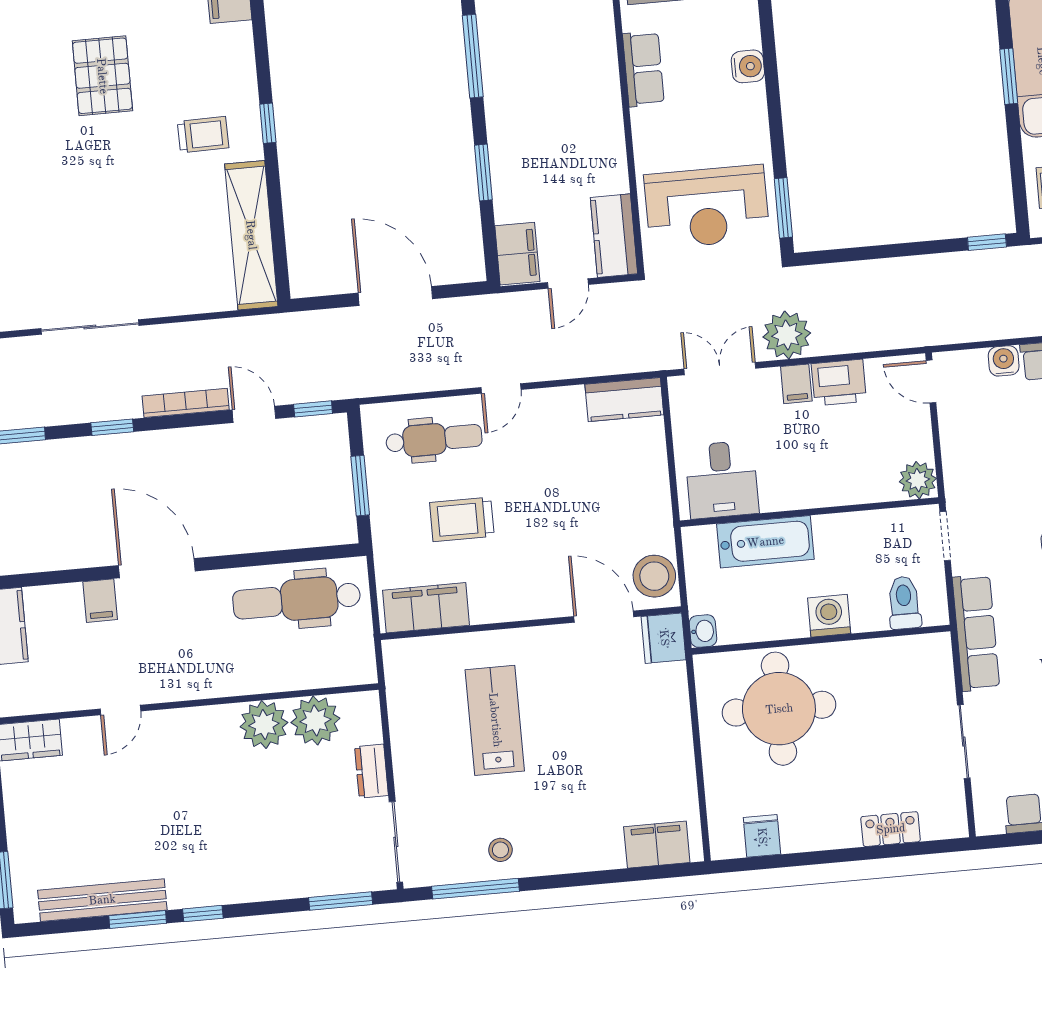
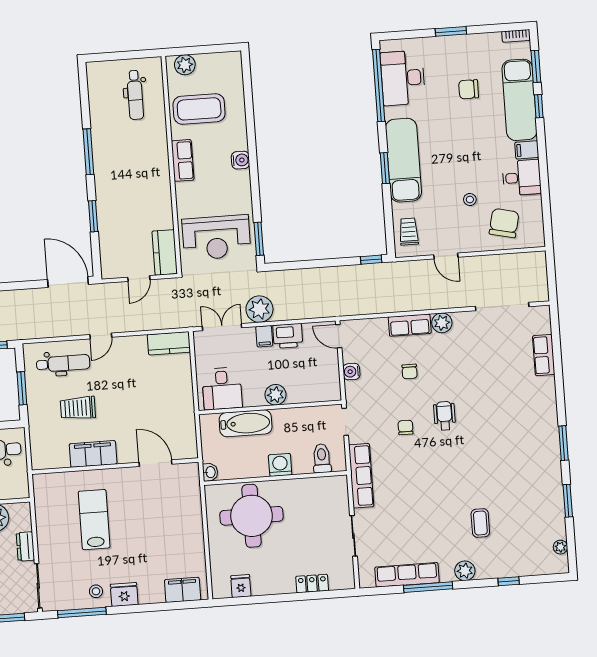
filing cabinet: (517, 254) -> (111, 261), removed
door: (395, 296) -> (68, 282), moved
water cooler: (1004, 361) -> (351, 372), moved, turned -90
plant: (918, 480) -> (276, 395), moved
stool: (654, 576) -> (184, 441), removed
filing cabinet: (426, 608) -> (93, 454), moved
fridge: (664, 638) -> (124, 594), moved, turned 90

